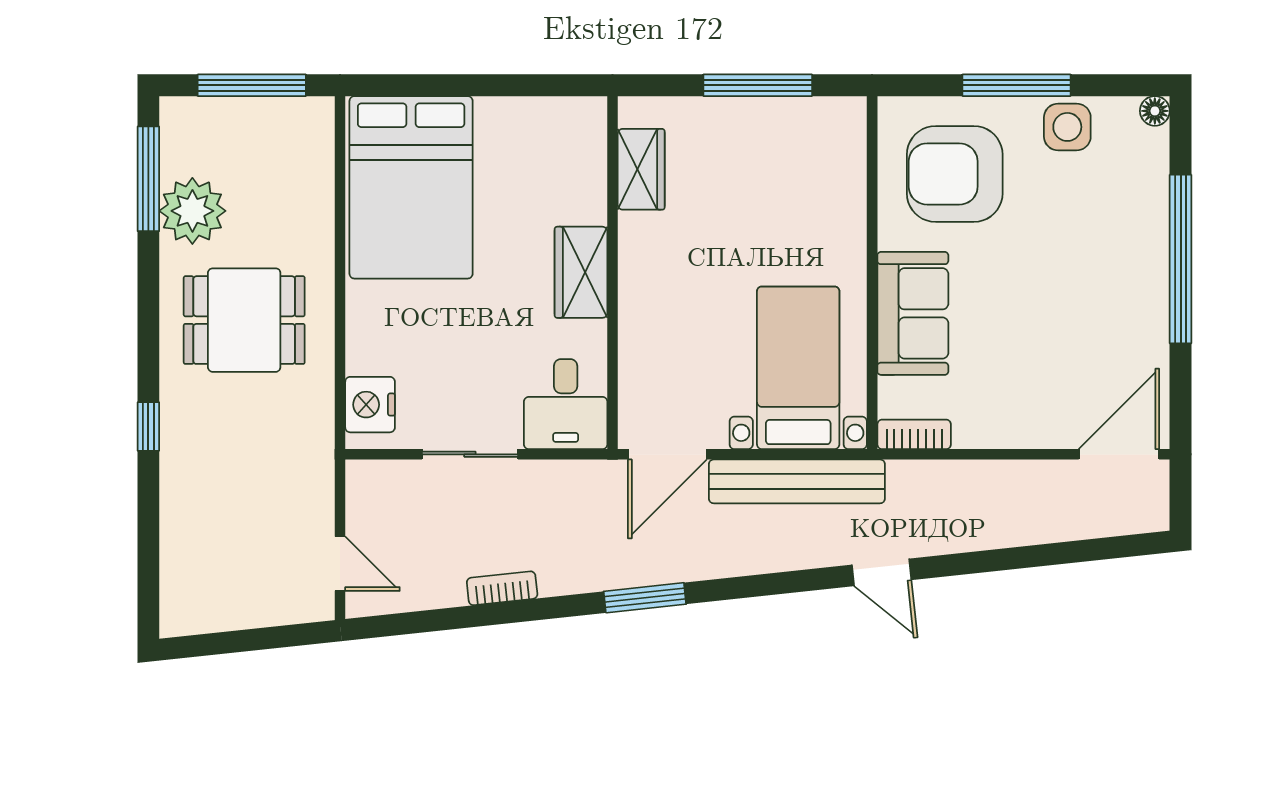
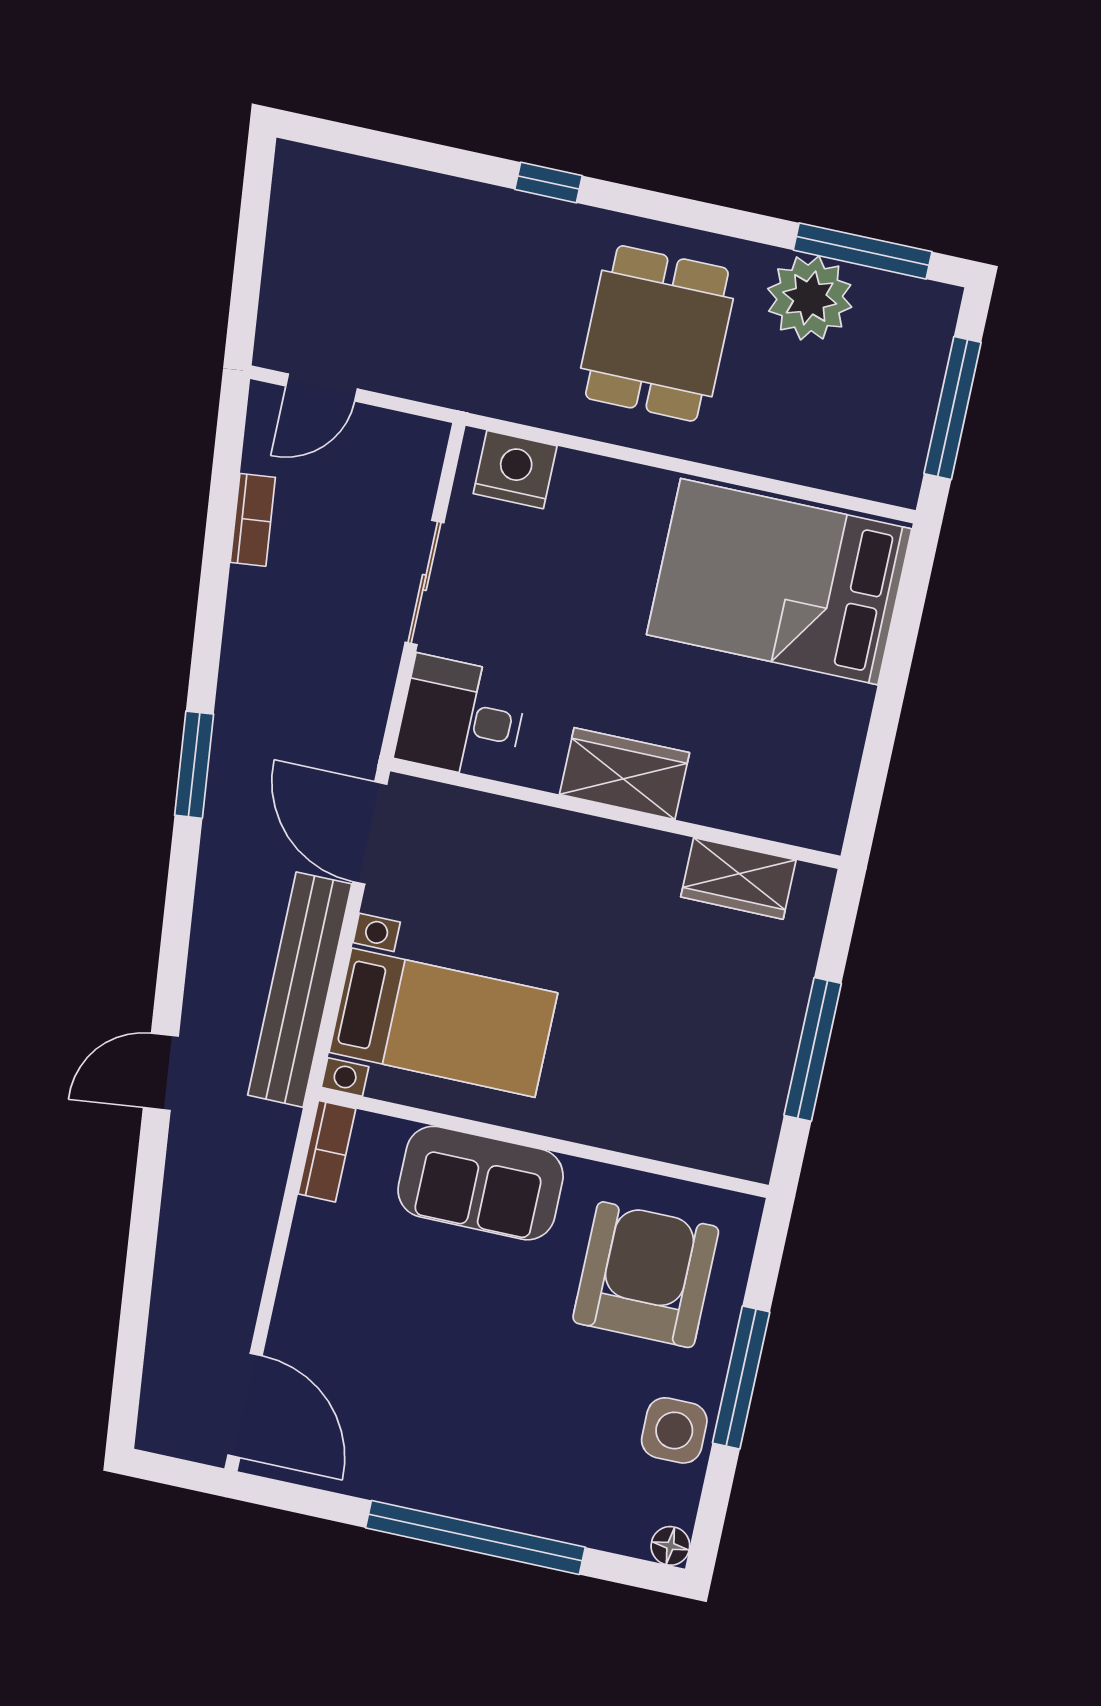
bookcase: (502, 588) -> (253, 520), moved

